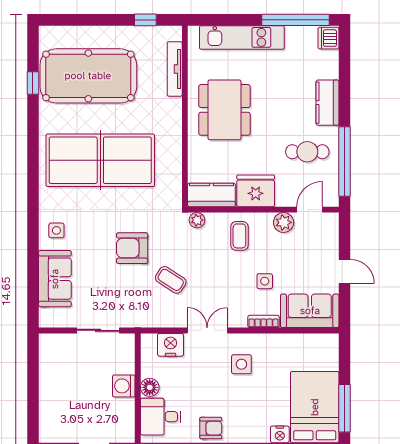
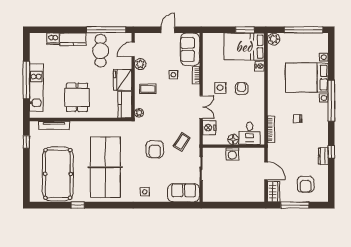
window: (295, 20) -> (26, 80), moved
dishwasher: (328, 38) -> (53, 39), moved
window: (33, 83) -> (78, 205), moved
dining table: (224, 110) -> (77, 97), width x0.73
cafe table: (307, 152) -> (101, 51), width x1.37, depth x1.35
door: (310, 210) -> (133, 49), hinge flipped
sofa: (55, 279) -> (184, 193), moved
coffee table: (171, 280) -> (182, 142), moved
double door: (207, 330) -> (201, 107), swing flipped
window: (344, 408) -> (245, 30), width x0.69
armchair: (211, 428) -> (242, 89), moved

